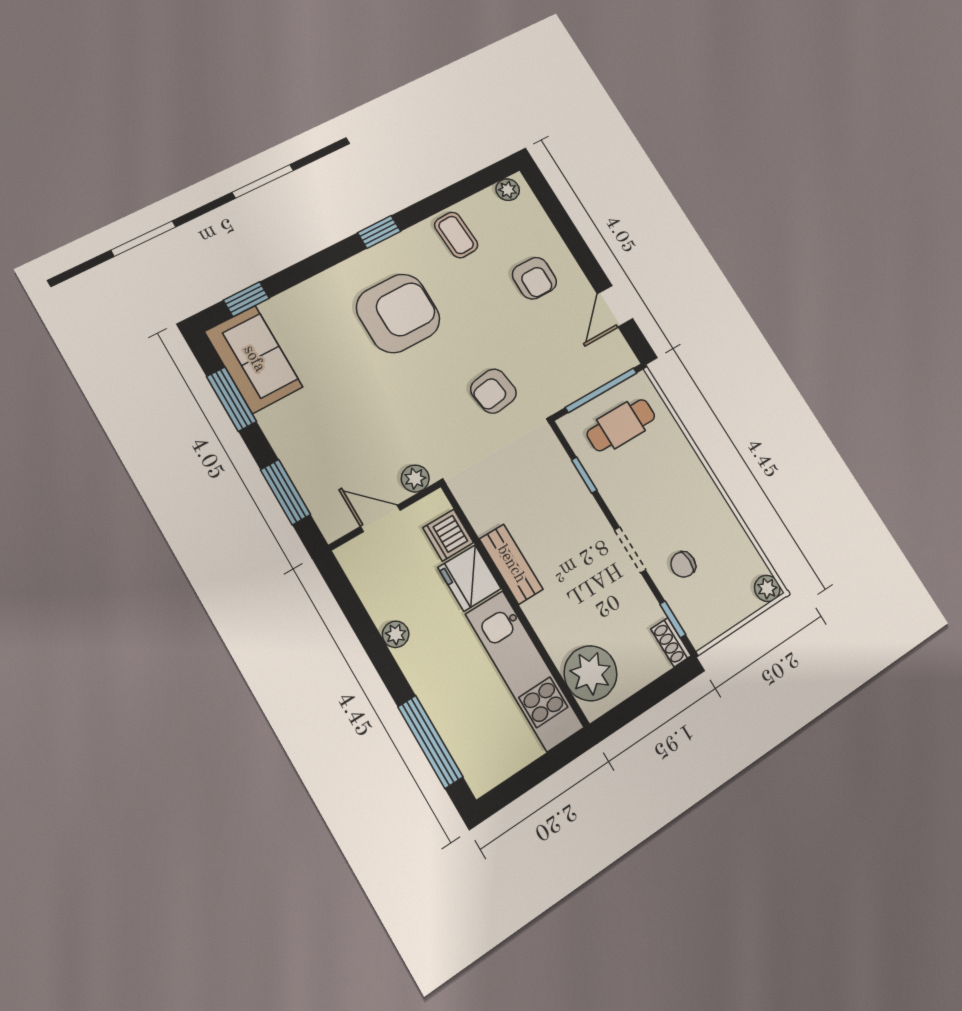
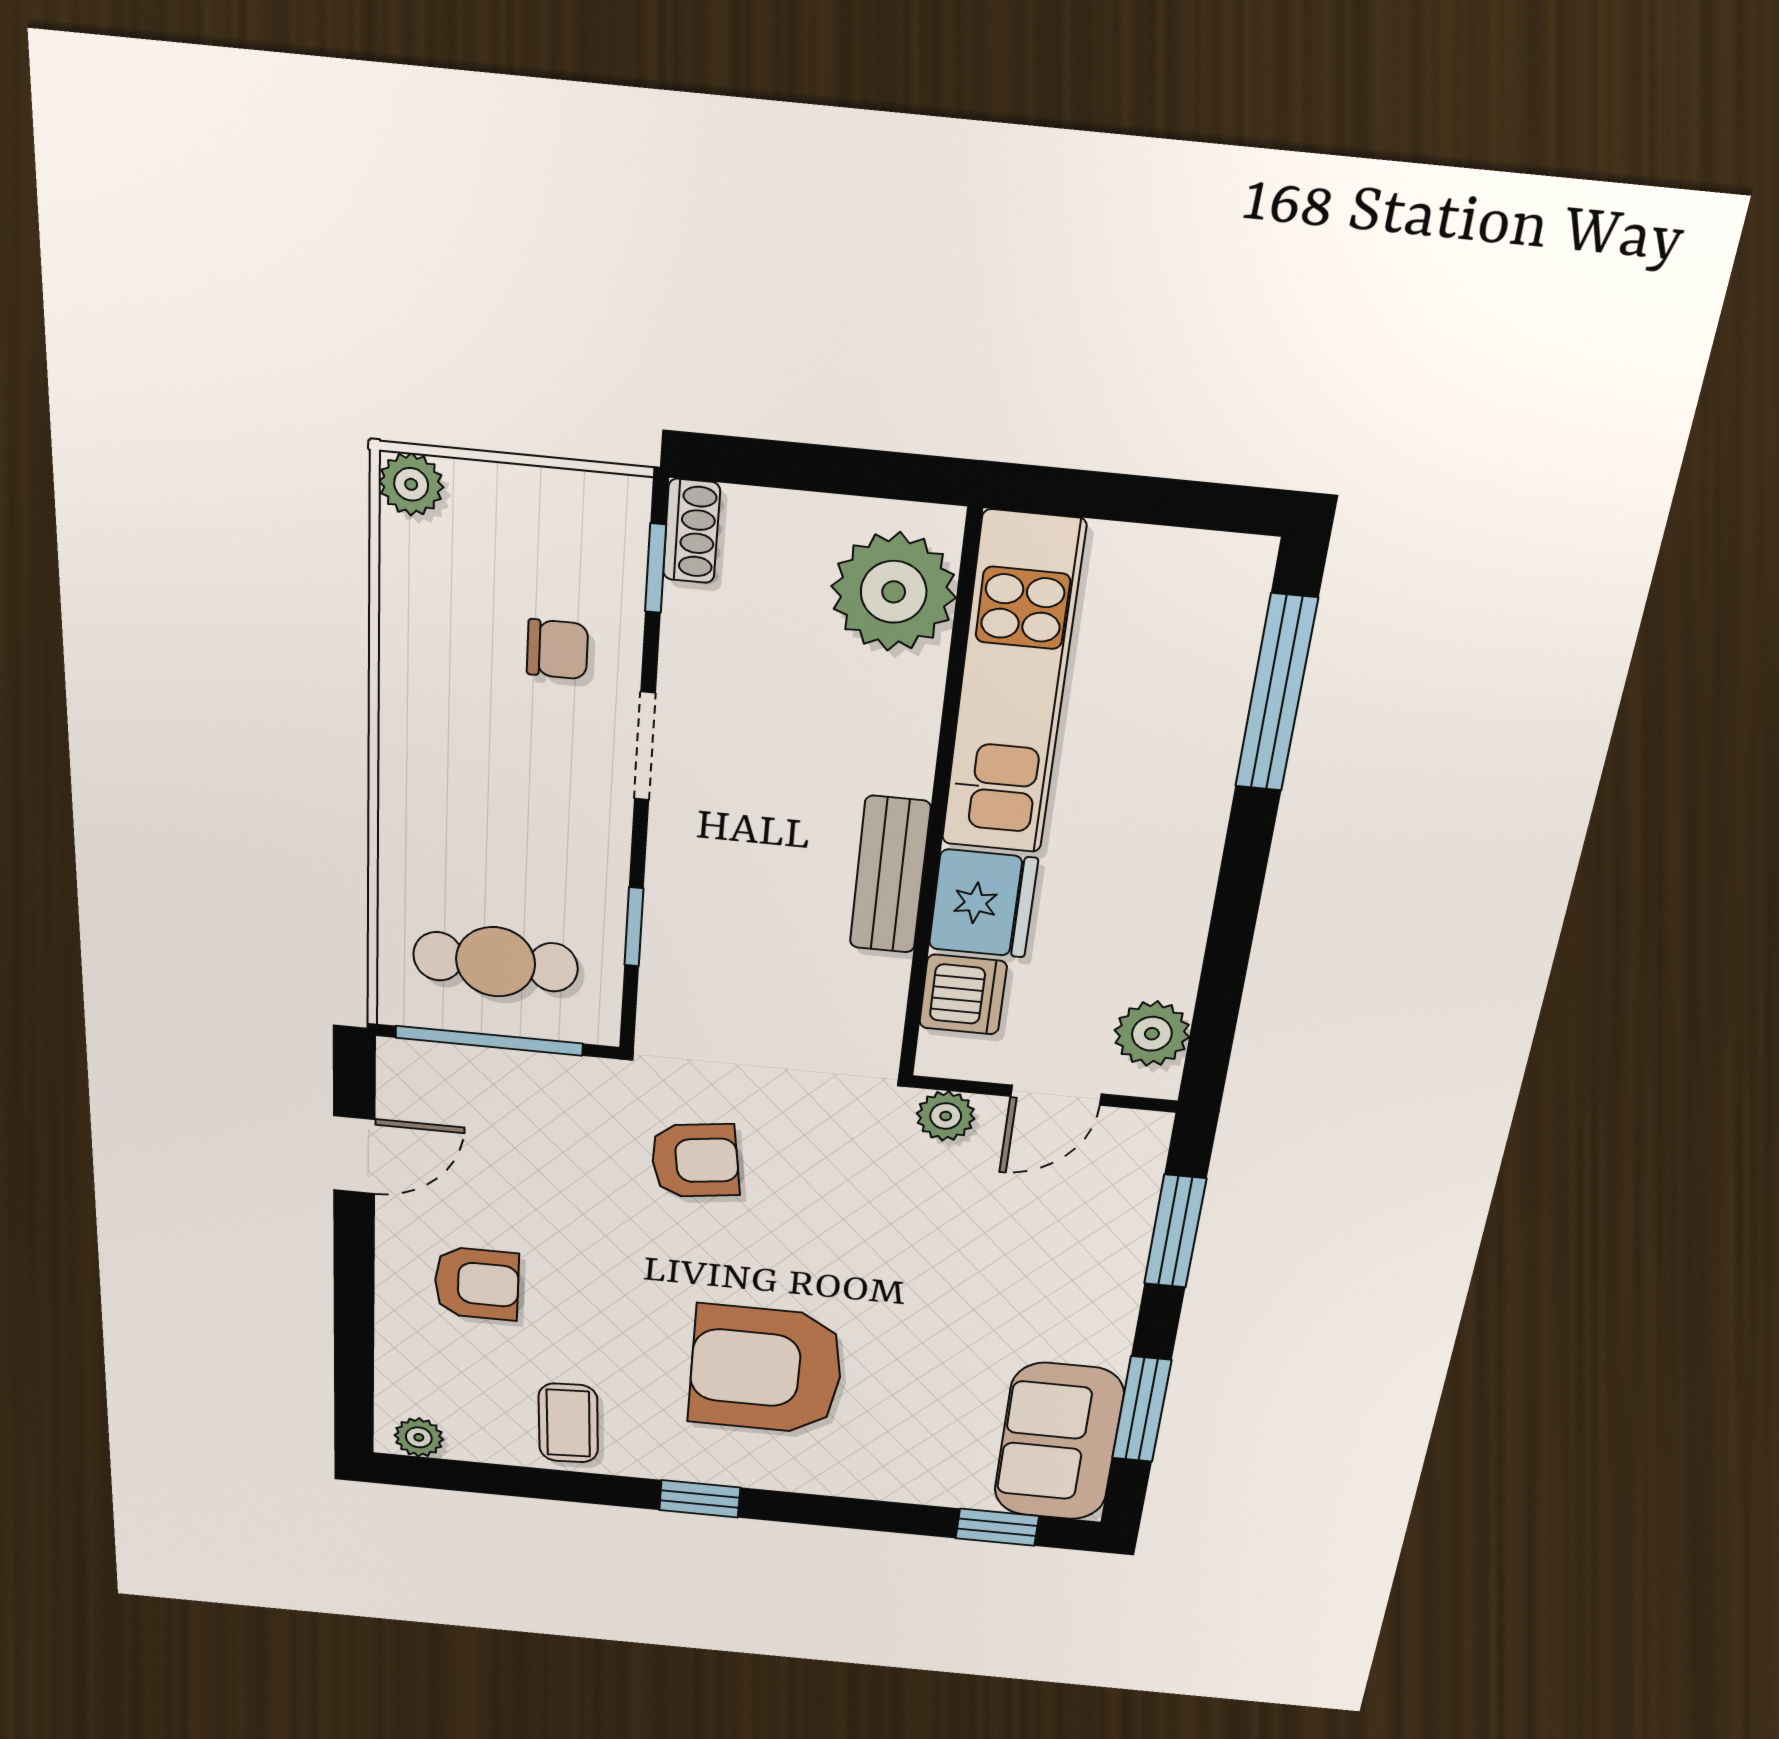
armchair: (534, 278) -> (477, 1284), turned 90
door: (380, 518) -> (1056, 1095), hinge flipped
plant: (396, 634) -> (1152, 1034), moved, width x1.38, depth x1.38

